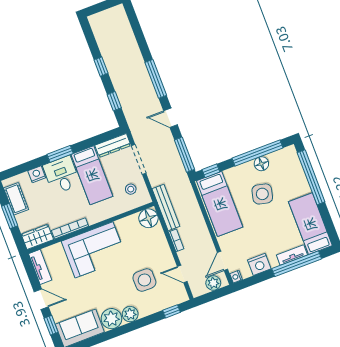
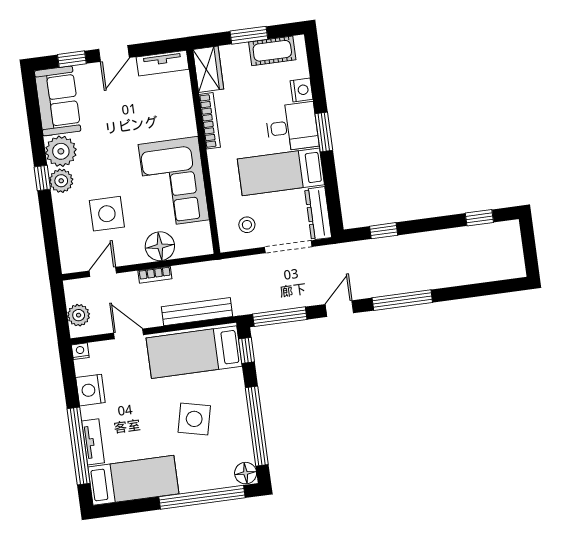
window: (101, 67) -> (479, 218), moved
floor lamp: (261, 164) -> (246, 473), moved
bench: (166, 207) -> (197, 312), moved
floor lamp: (148, 218) -> (160, 246), moved
corner sofa: (94, 250) -> (174, 182), moved
door: (223, 261) -> (129, 334), moved
window: (171, 311) -> (42, 178), moved

